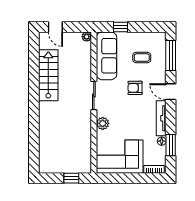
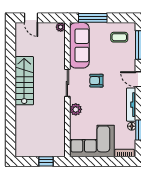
window: (121, 27) -> (93, 18), width x2.17
coffee table: (142, 58) -> (119, 37), moved
stairs: (48, 75) -> (24, 81), moved
armchair: (135, 88) -> (96, 81), moved

